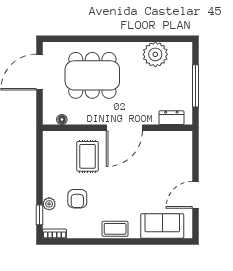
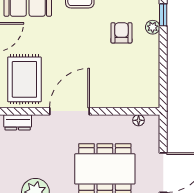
rug: (88, 156) -> (24, 79), moved, width x1.36, depth x1.43

